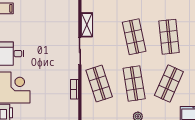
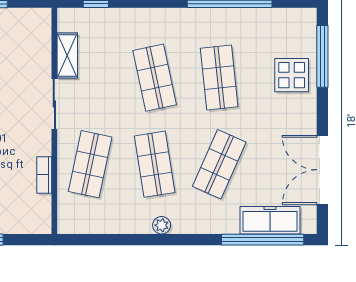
shop shelf: (99, 84) -> (90, 164), turned 30

